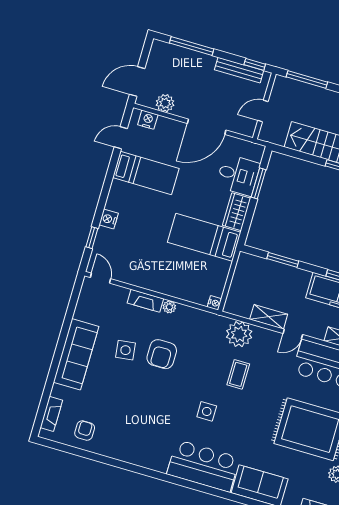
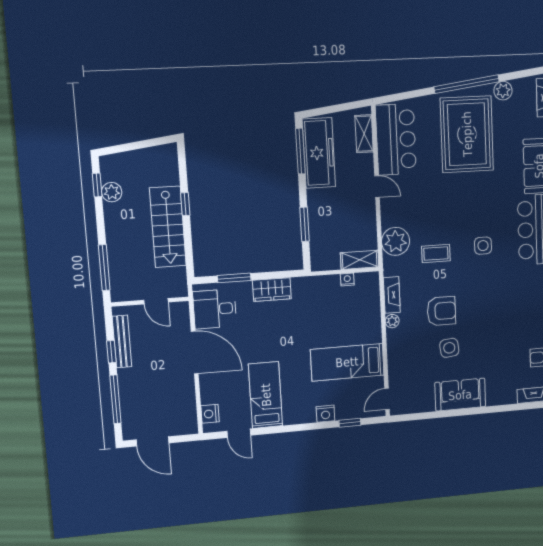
window: (255, 64) -> (111, 352), moved
door: (137, 82) -> (153, 441), moved
plant: (165, 103) -> (186, 403), removed
desk: (238, 175) -> (215, 309), moved, turned -90
bed: (204, 237) -> (347, 362), moved, turned 90
fireplace: (145, 301) -> (392, 295), moved
nightstand: (214, 303) -> (347, 280), moved
shelving: (269, 317) -> (360, 260), moved, turned 90
sofa: (76, 354) -> (460, 395), width x0.73
coffee table: (238, 374) -> (436, 254), moved

